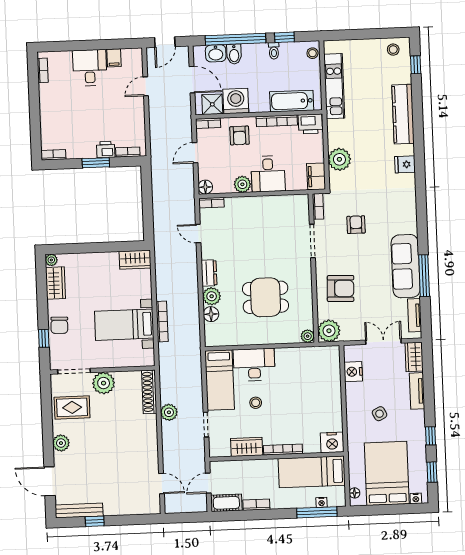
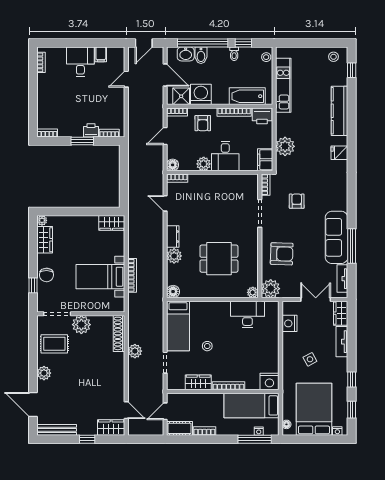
floor lamp: (211, 314) -> (173, 292), moved
desk: (254, 365) -> (247, 314), moved
wardrobe: (144, 505) -> (111, 428), added
window: (95, 521) -> (87, 439), moved

